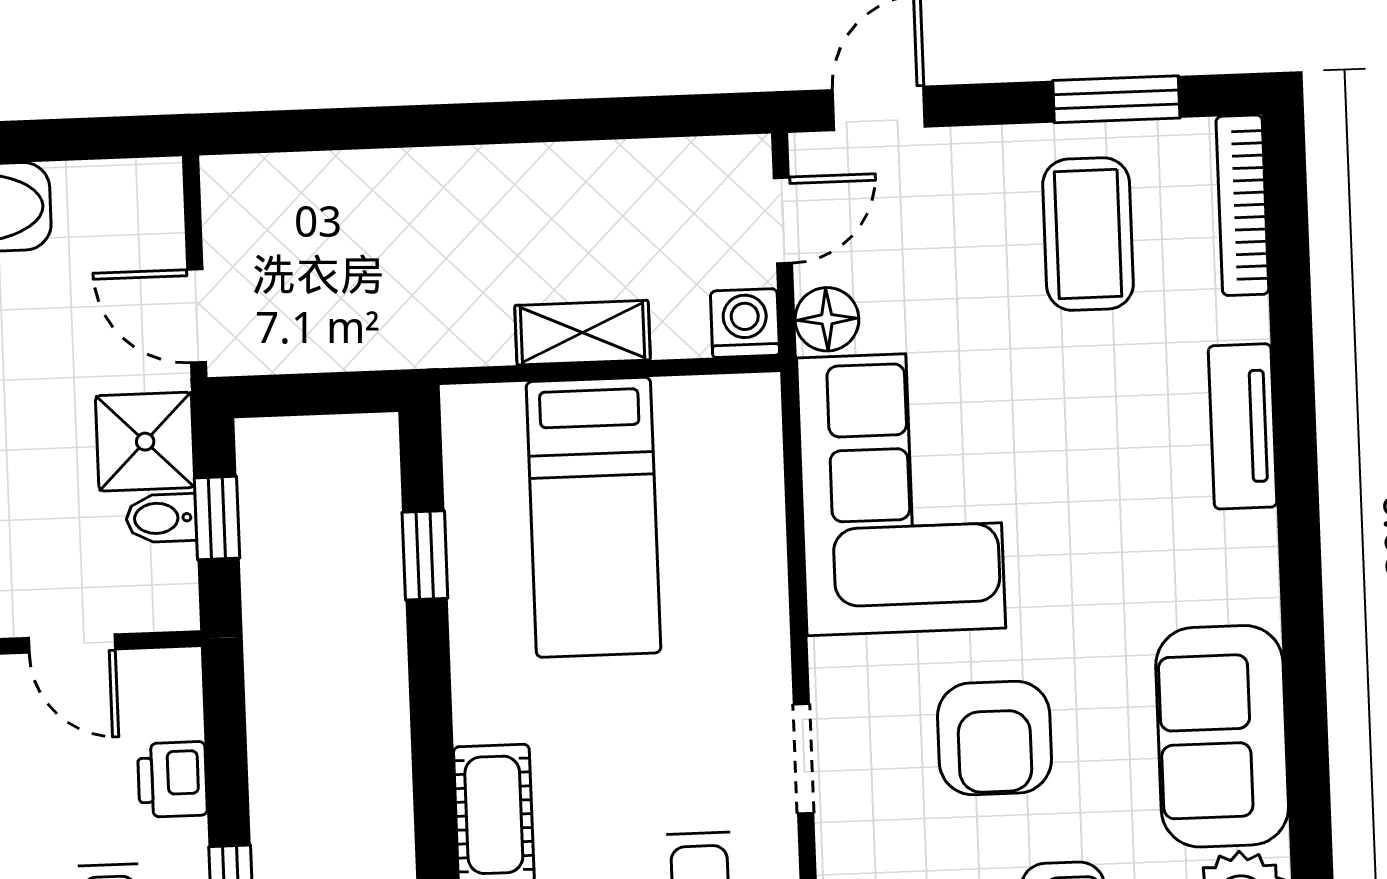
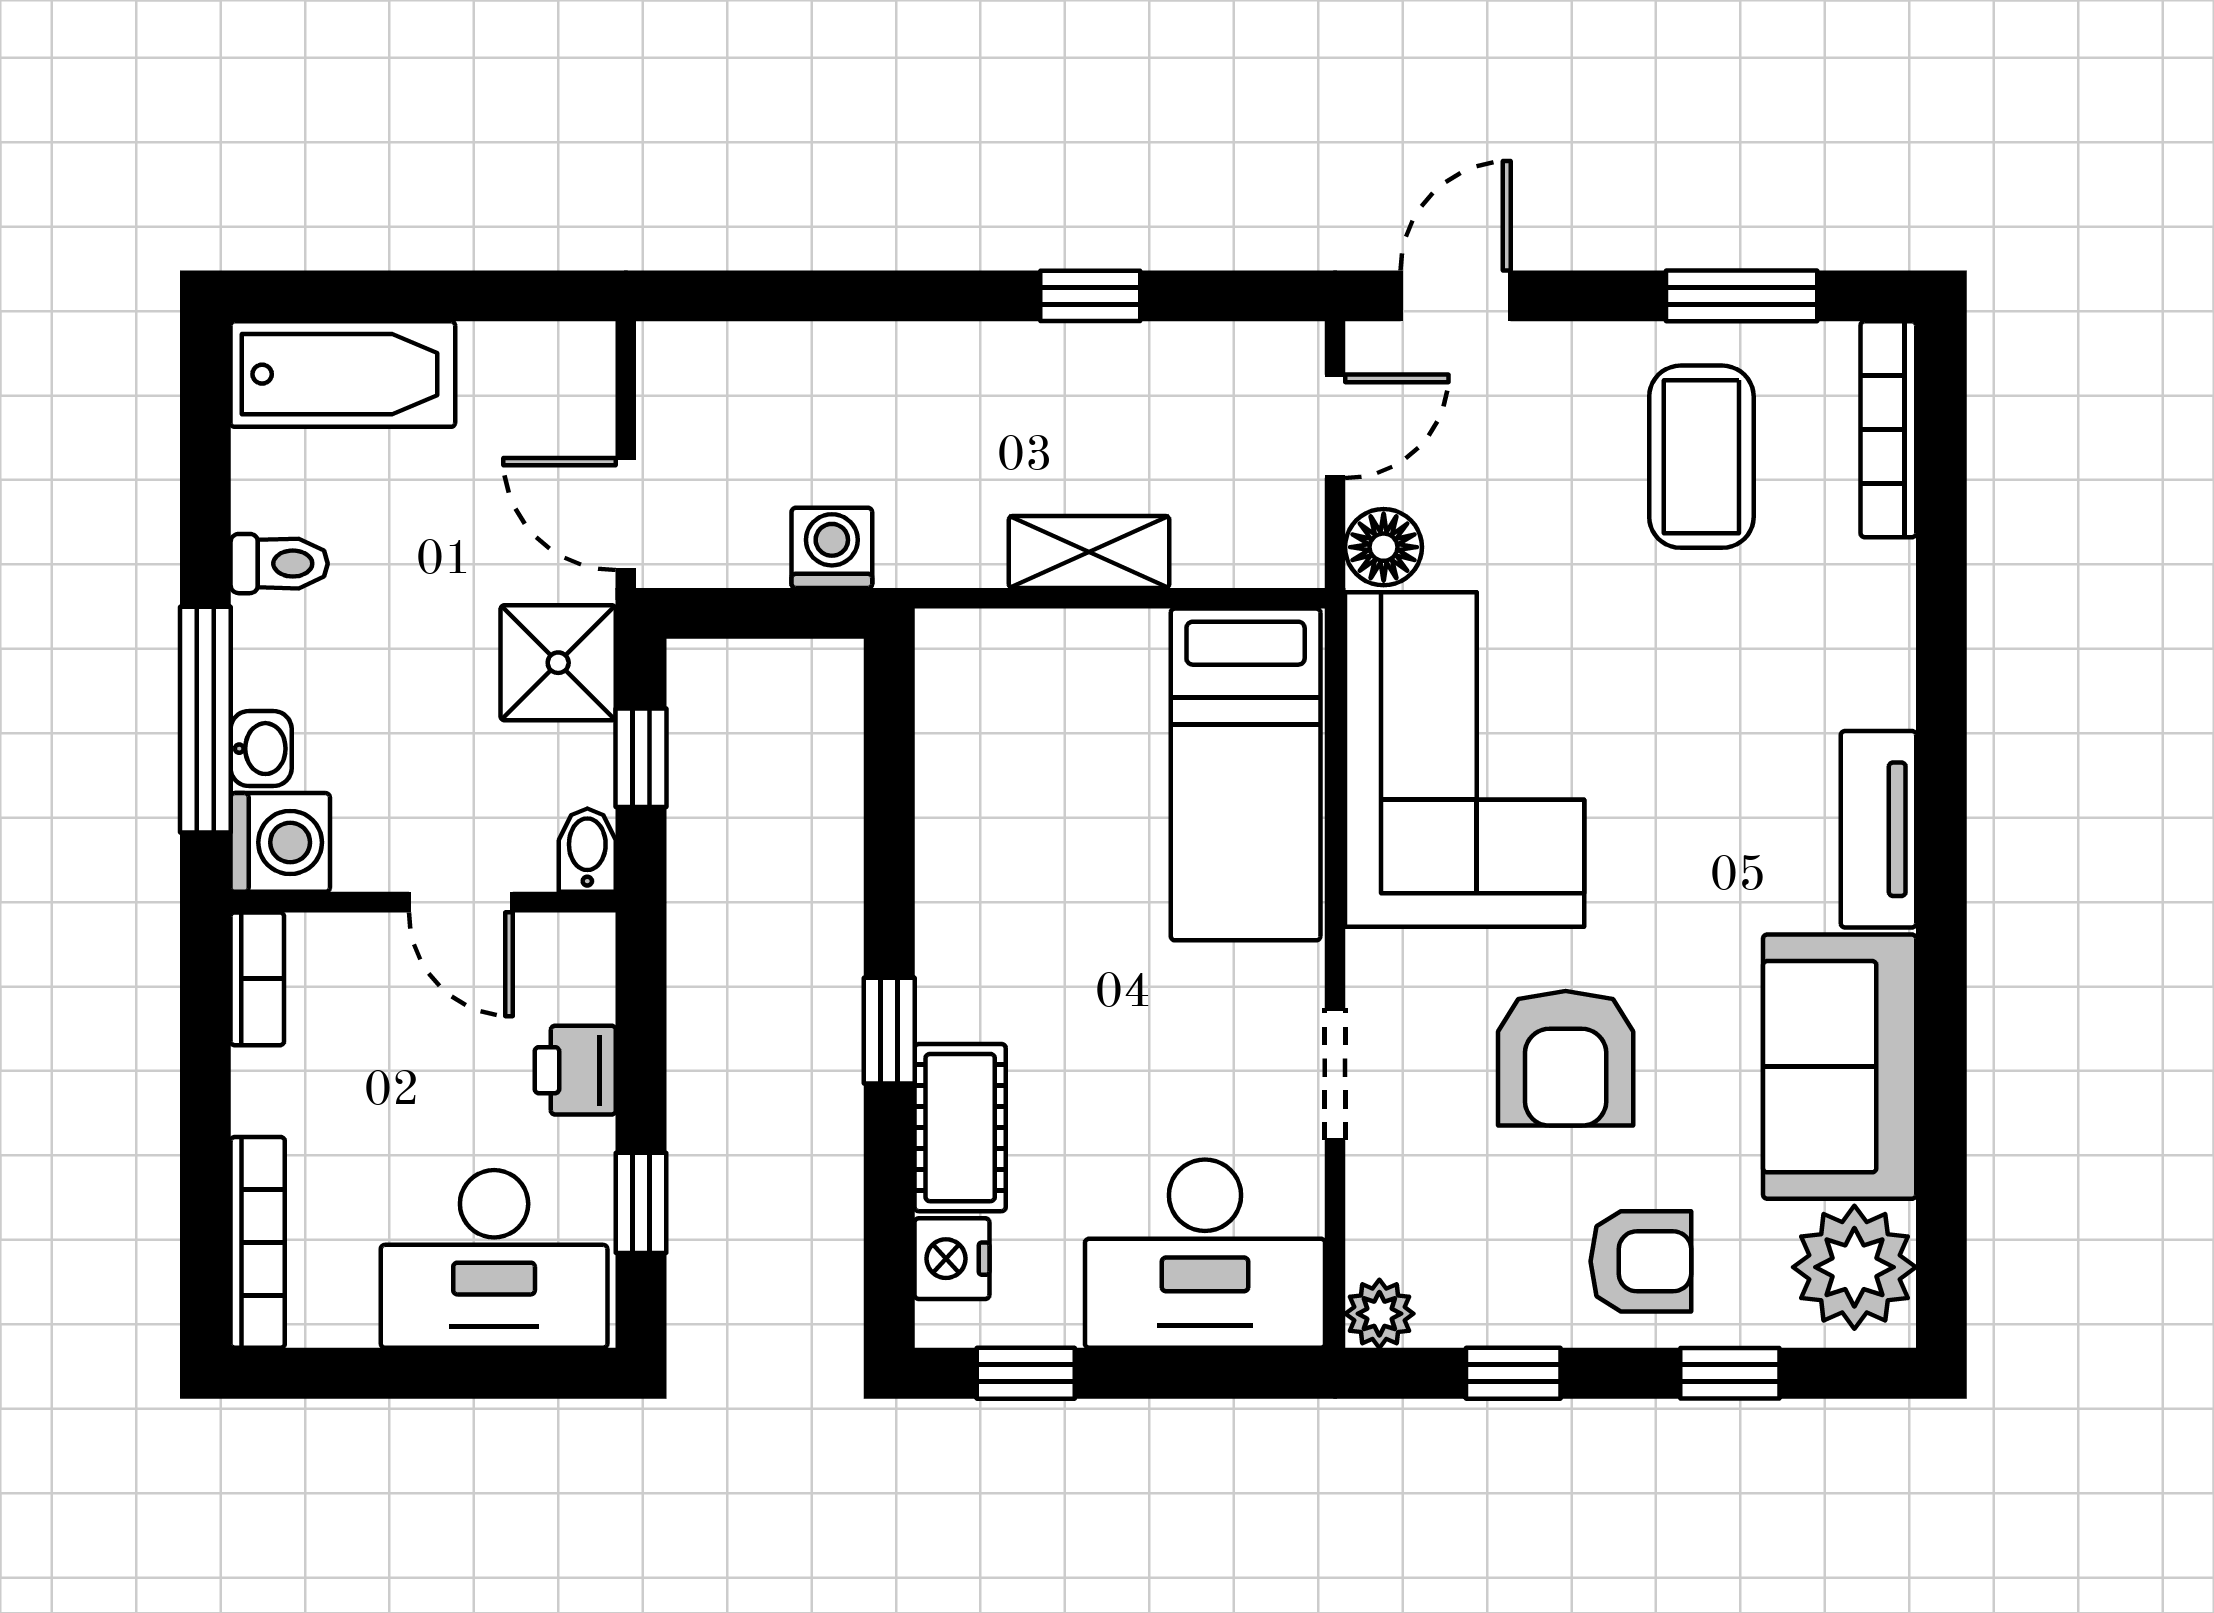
window: (575, 120) -> (1090, 296), added
washing machine: (745, 323) -> (832, 548), moved
tv unit: (1243, 426) -> (1878, 829), moved
bed: (593, 517) -> (1246, 774), moved
bidet: (161, 518) -> (587, 850), moved, turned 90
window: (425, 555) -> (889, 1031), moved

